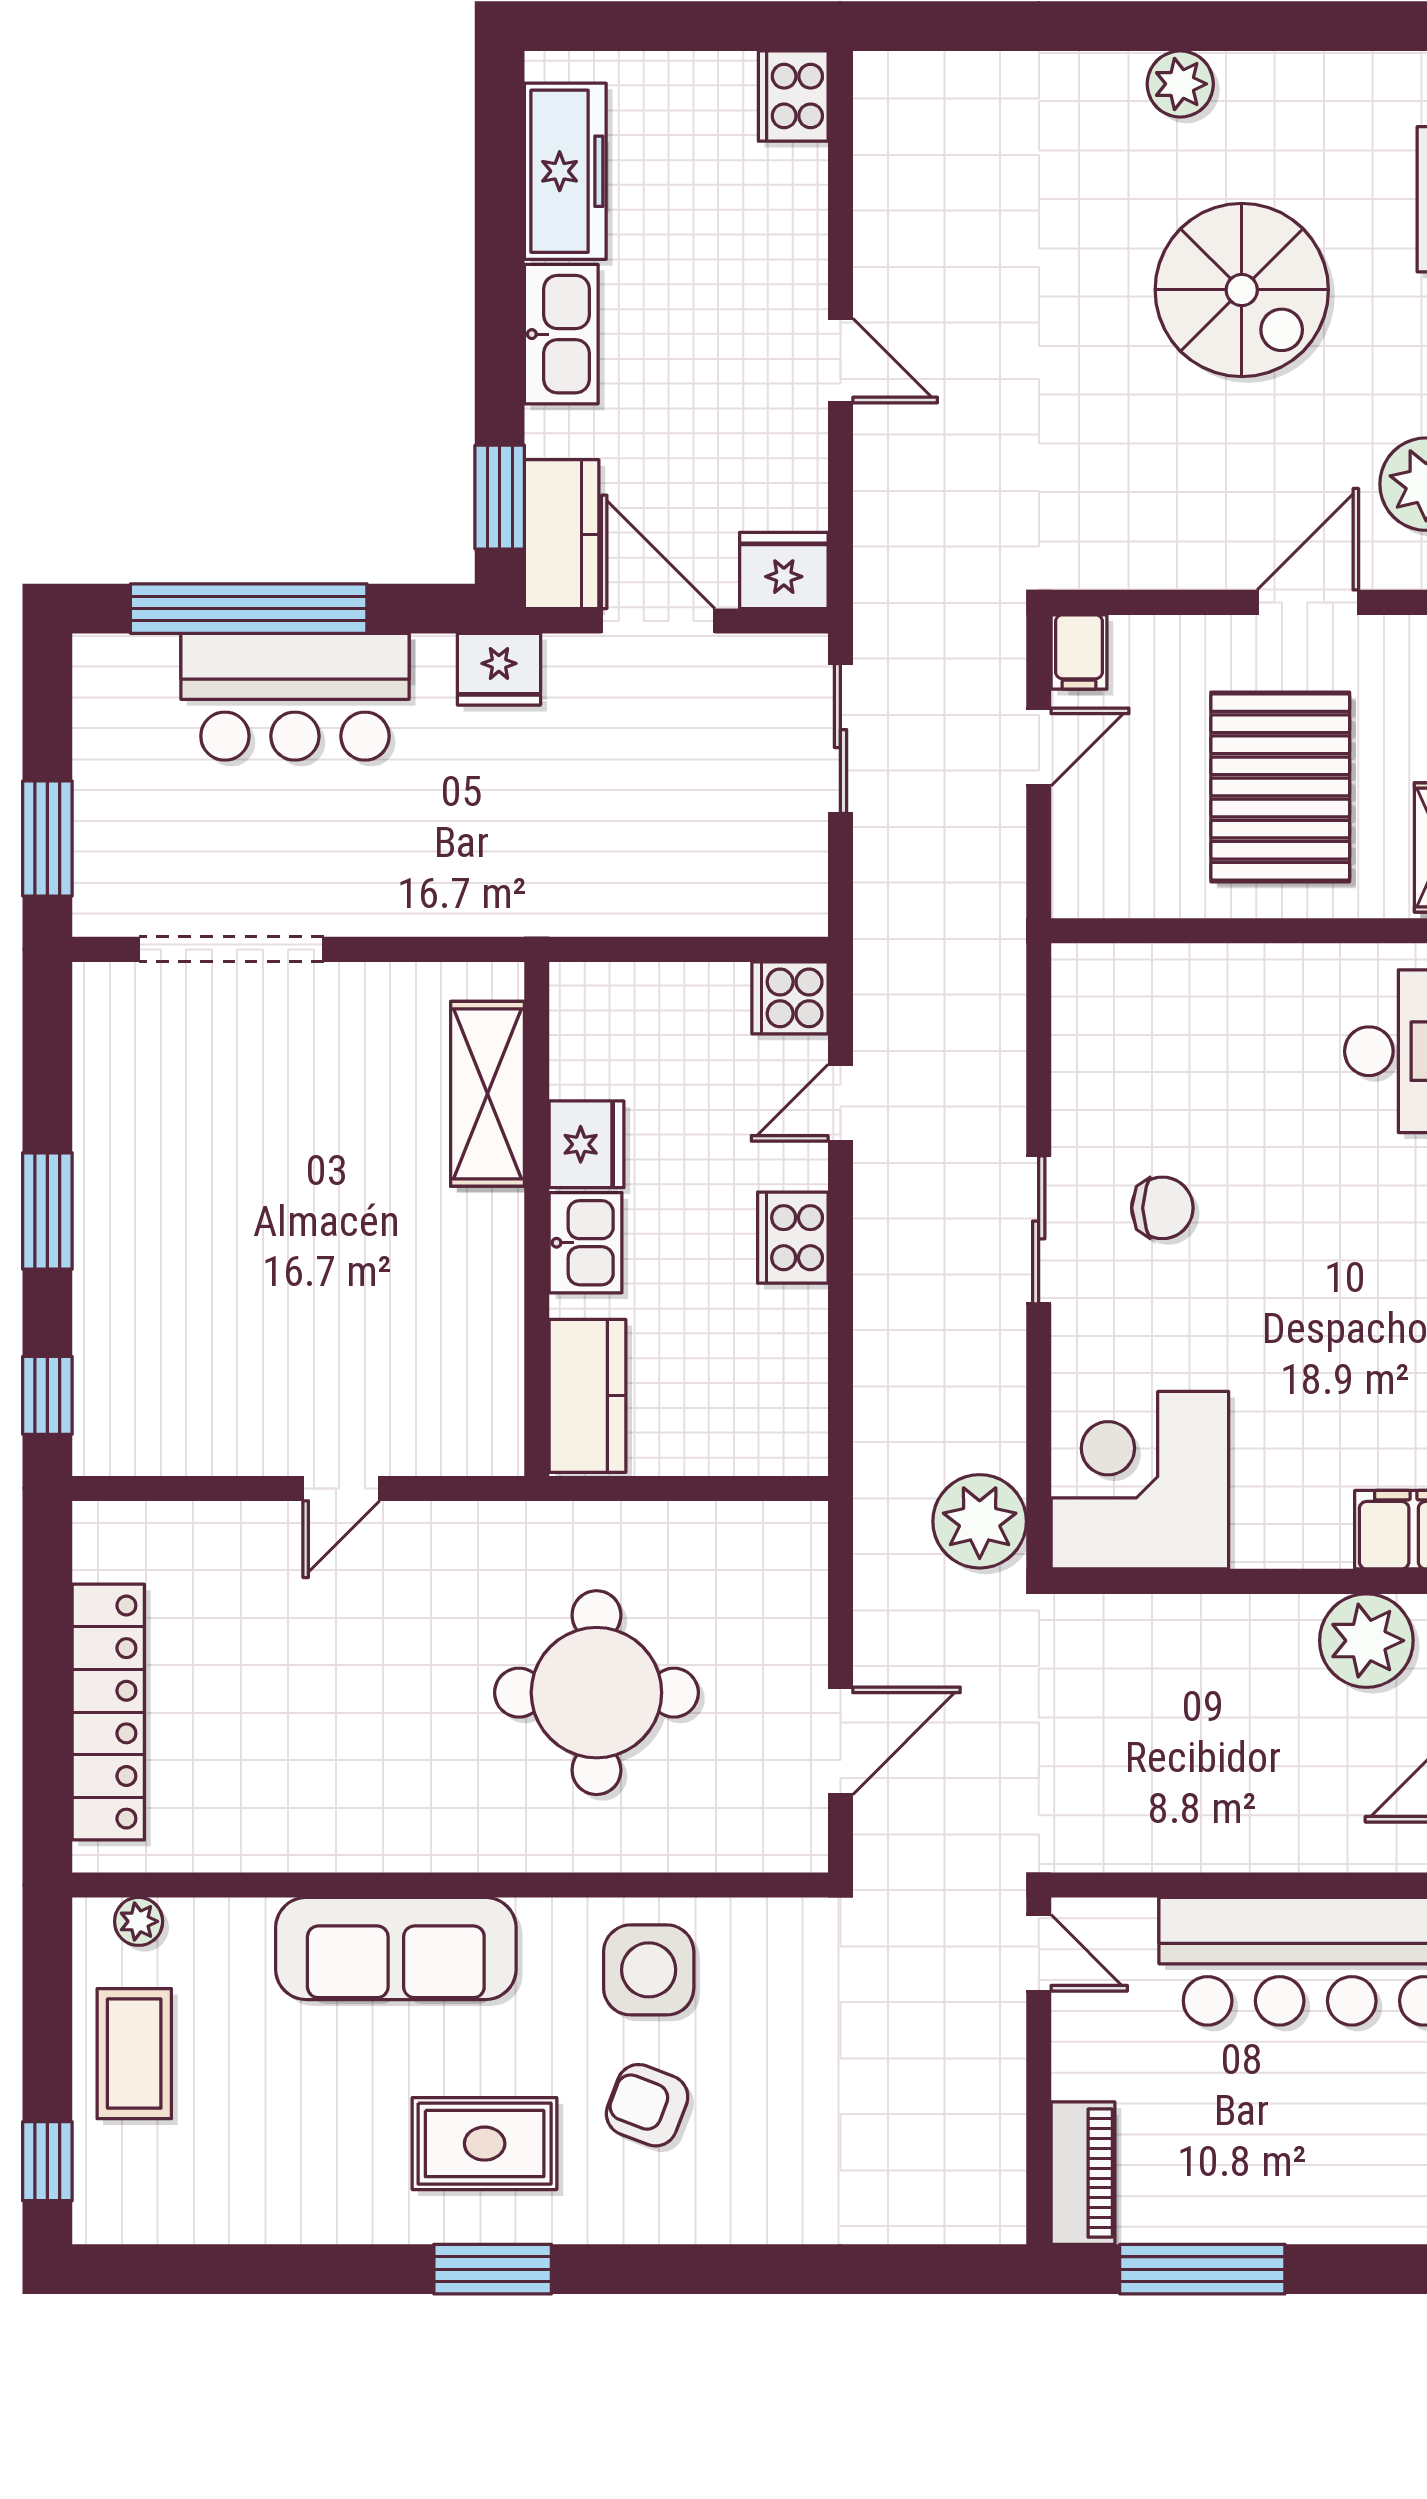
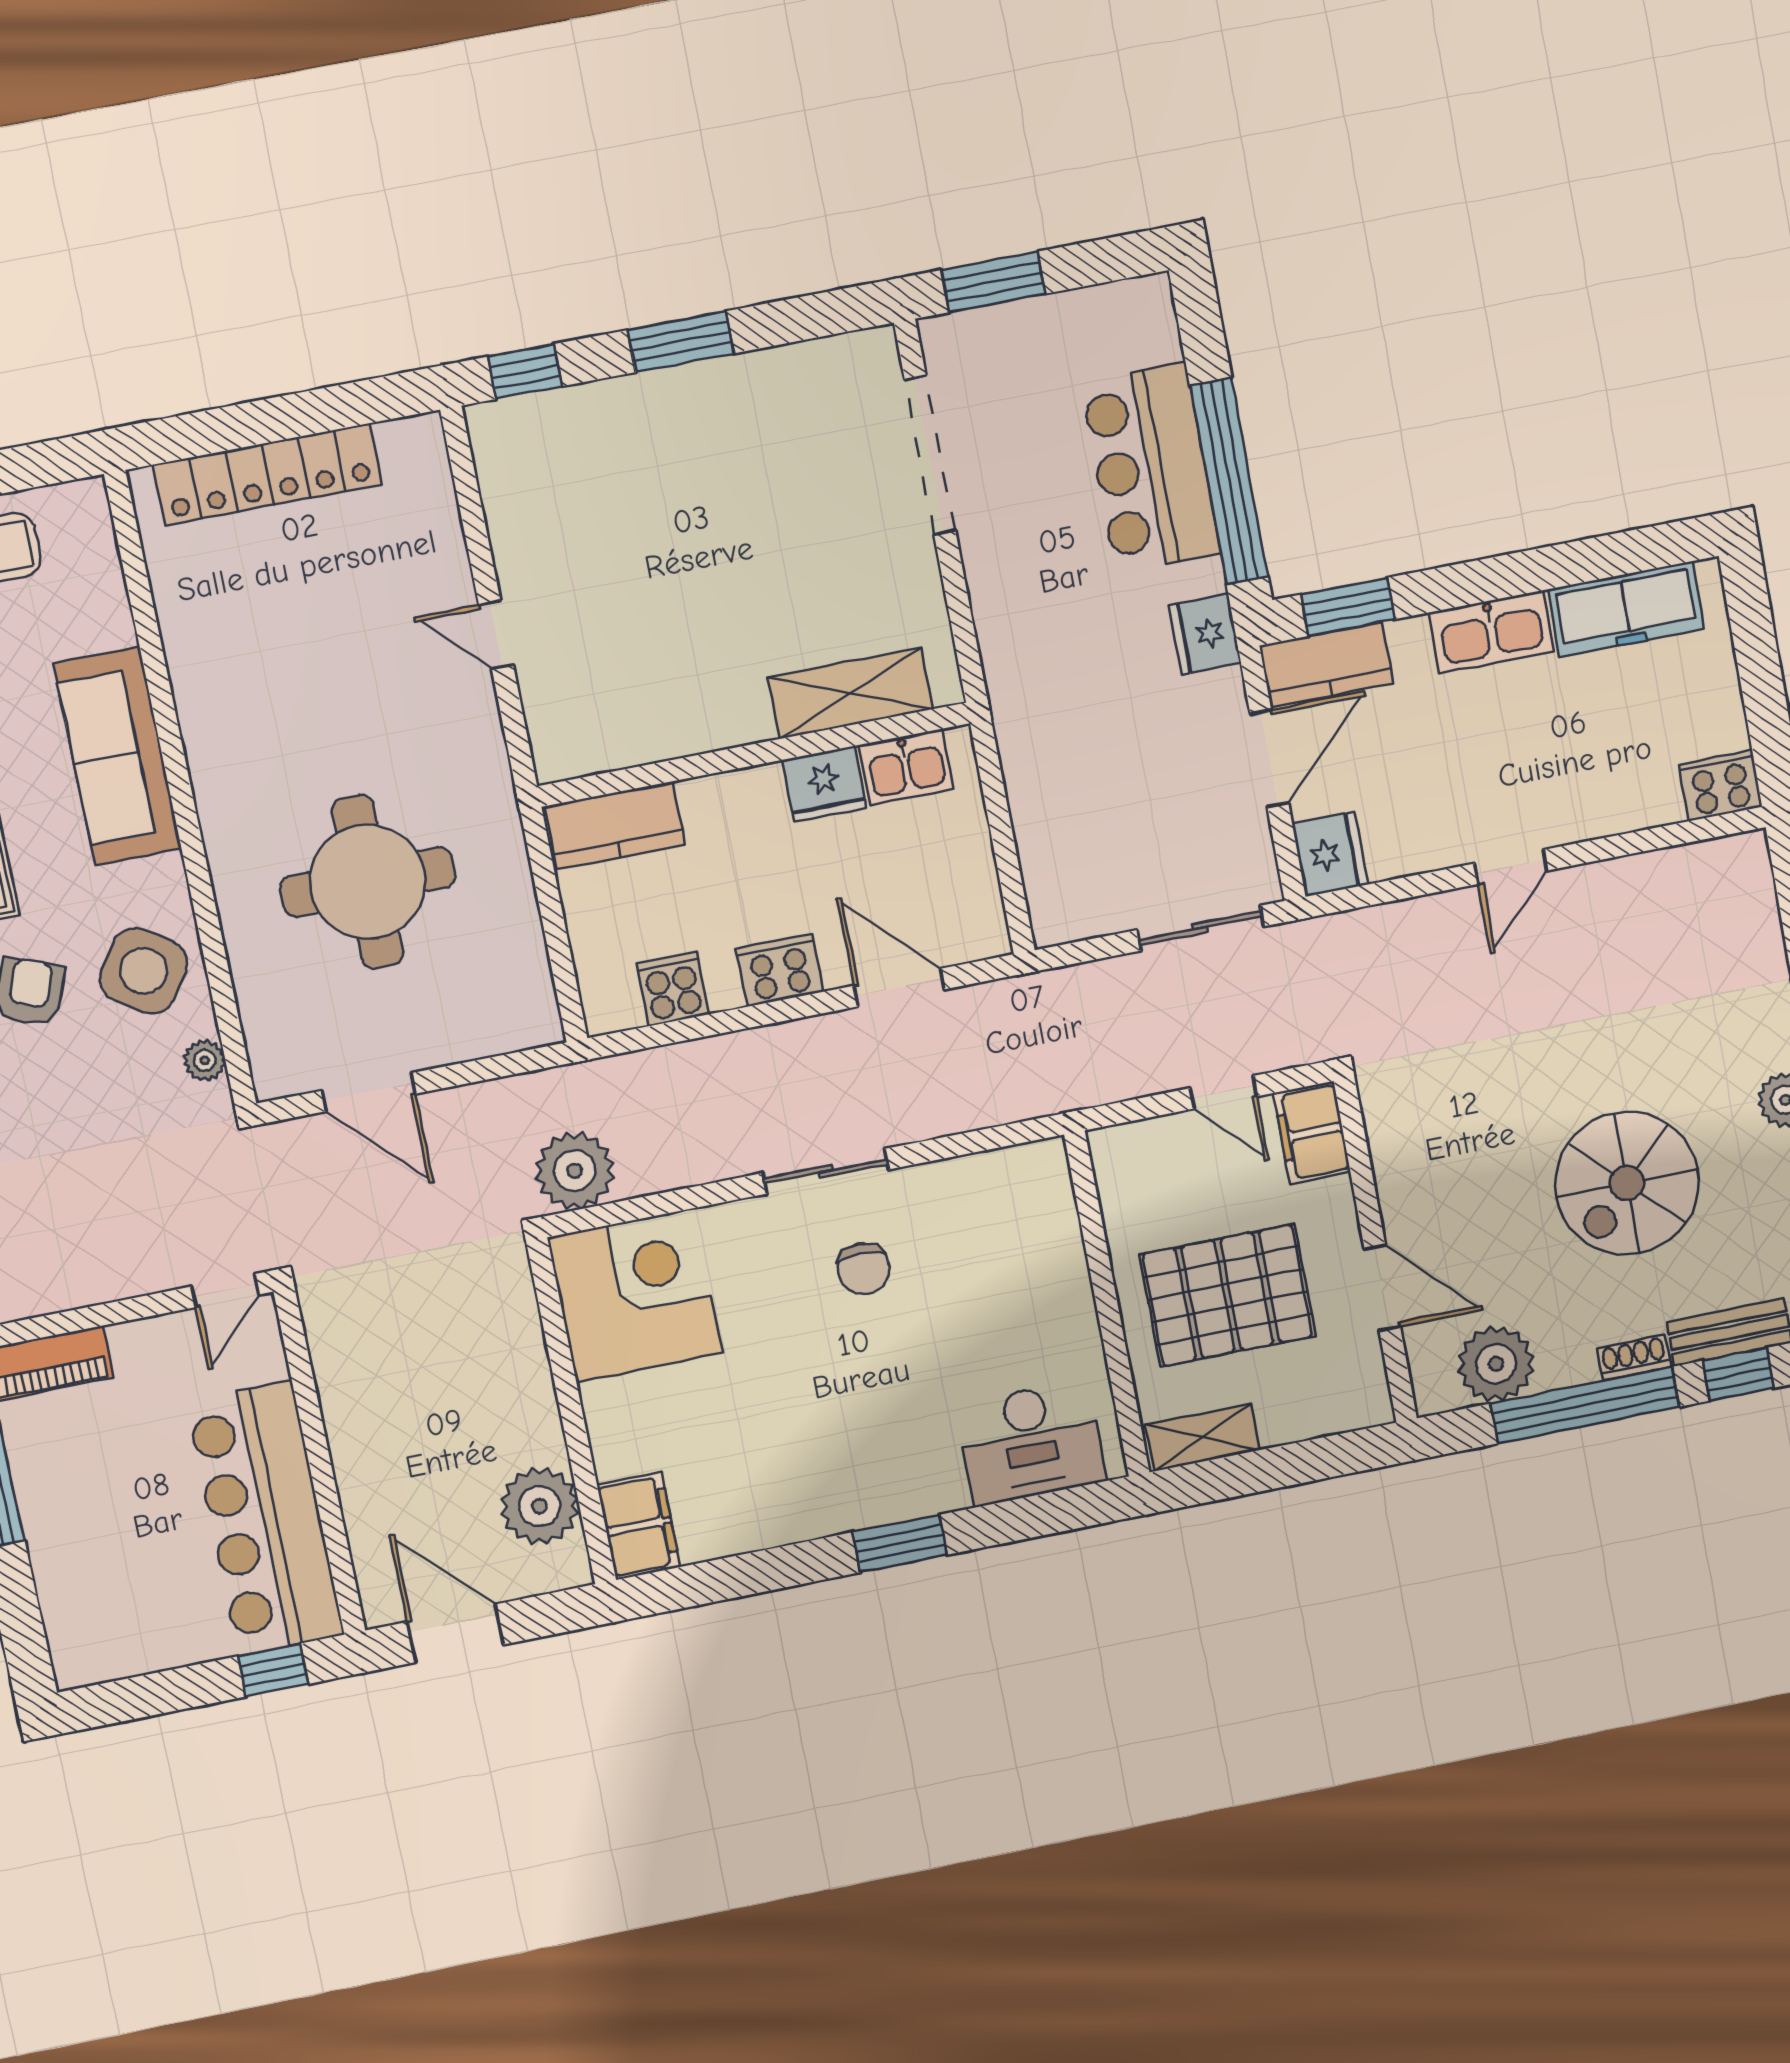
window: (249, 609) -> (1229, 481), moved
filing cabinet: (1079, 652) -> (1312, 1132), width x2.00
cooker: (790, 998) -> (673, 989), moved
door: (840, 1103) -> (899, 987), width x1.38
kitchen sink: (586, 1243) -> (906, 767), moved
plant: (139, 1921) -> (205, 1060), moved
side table: (649, 1970) -> (144, 971), turned 34

